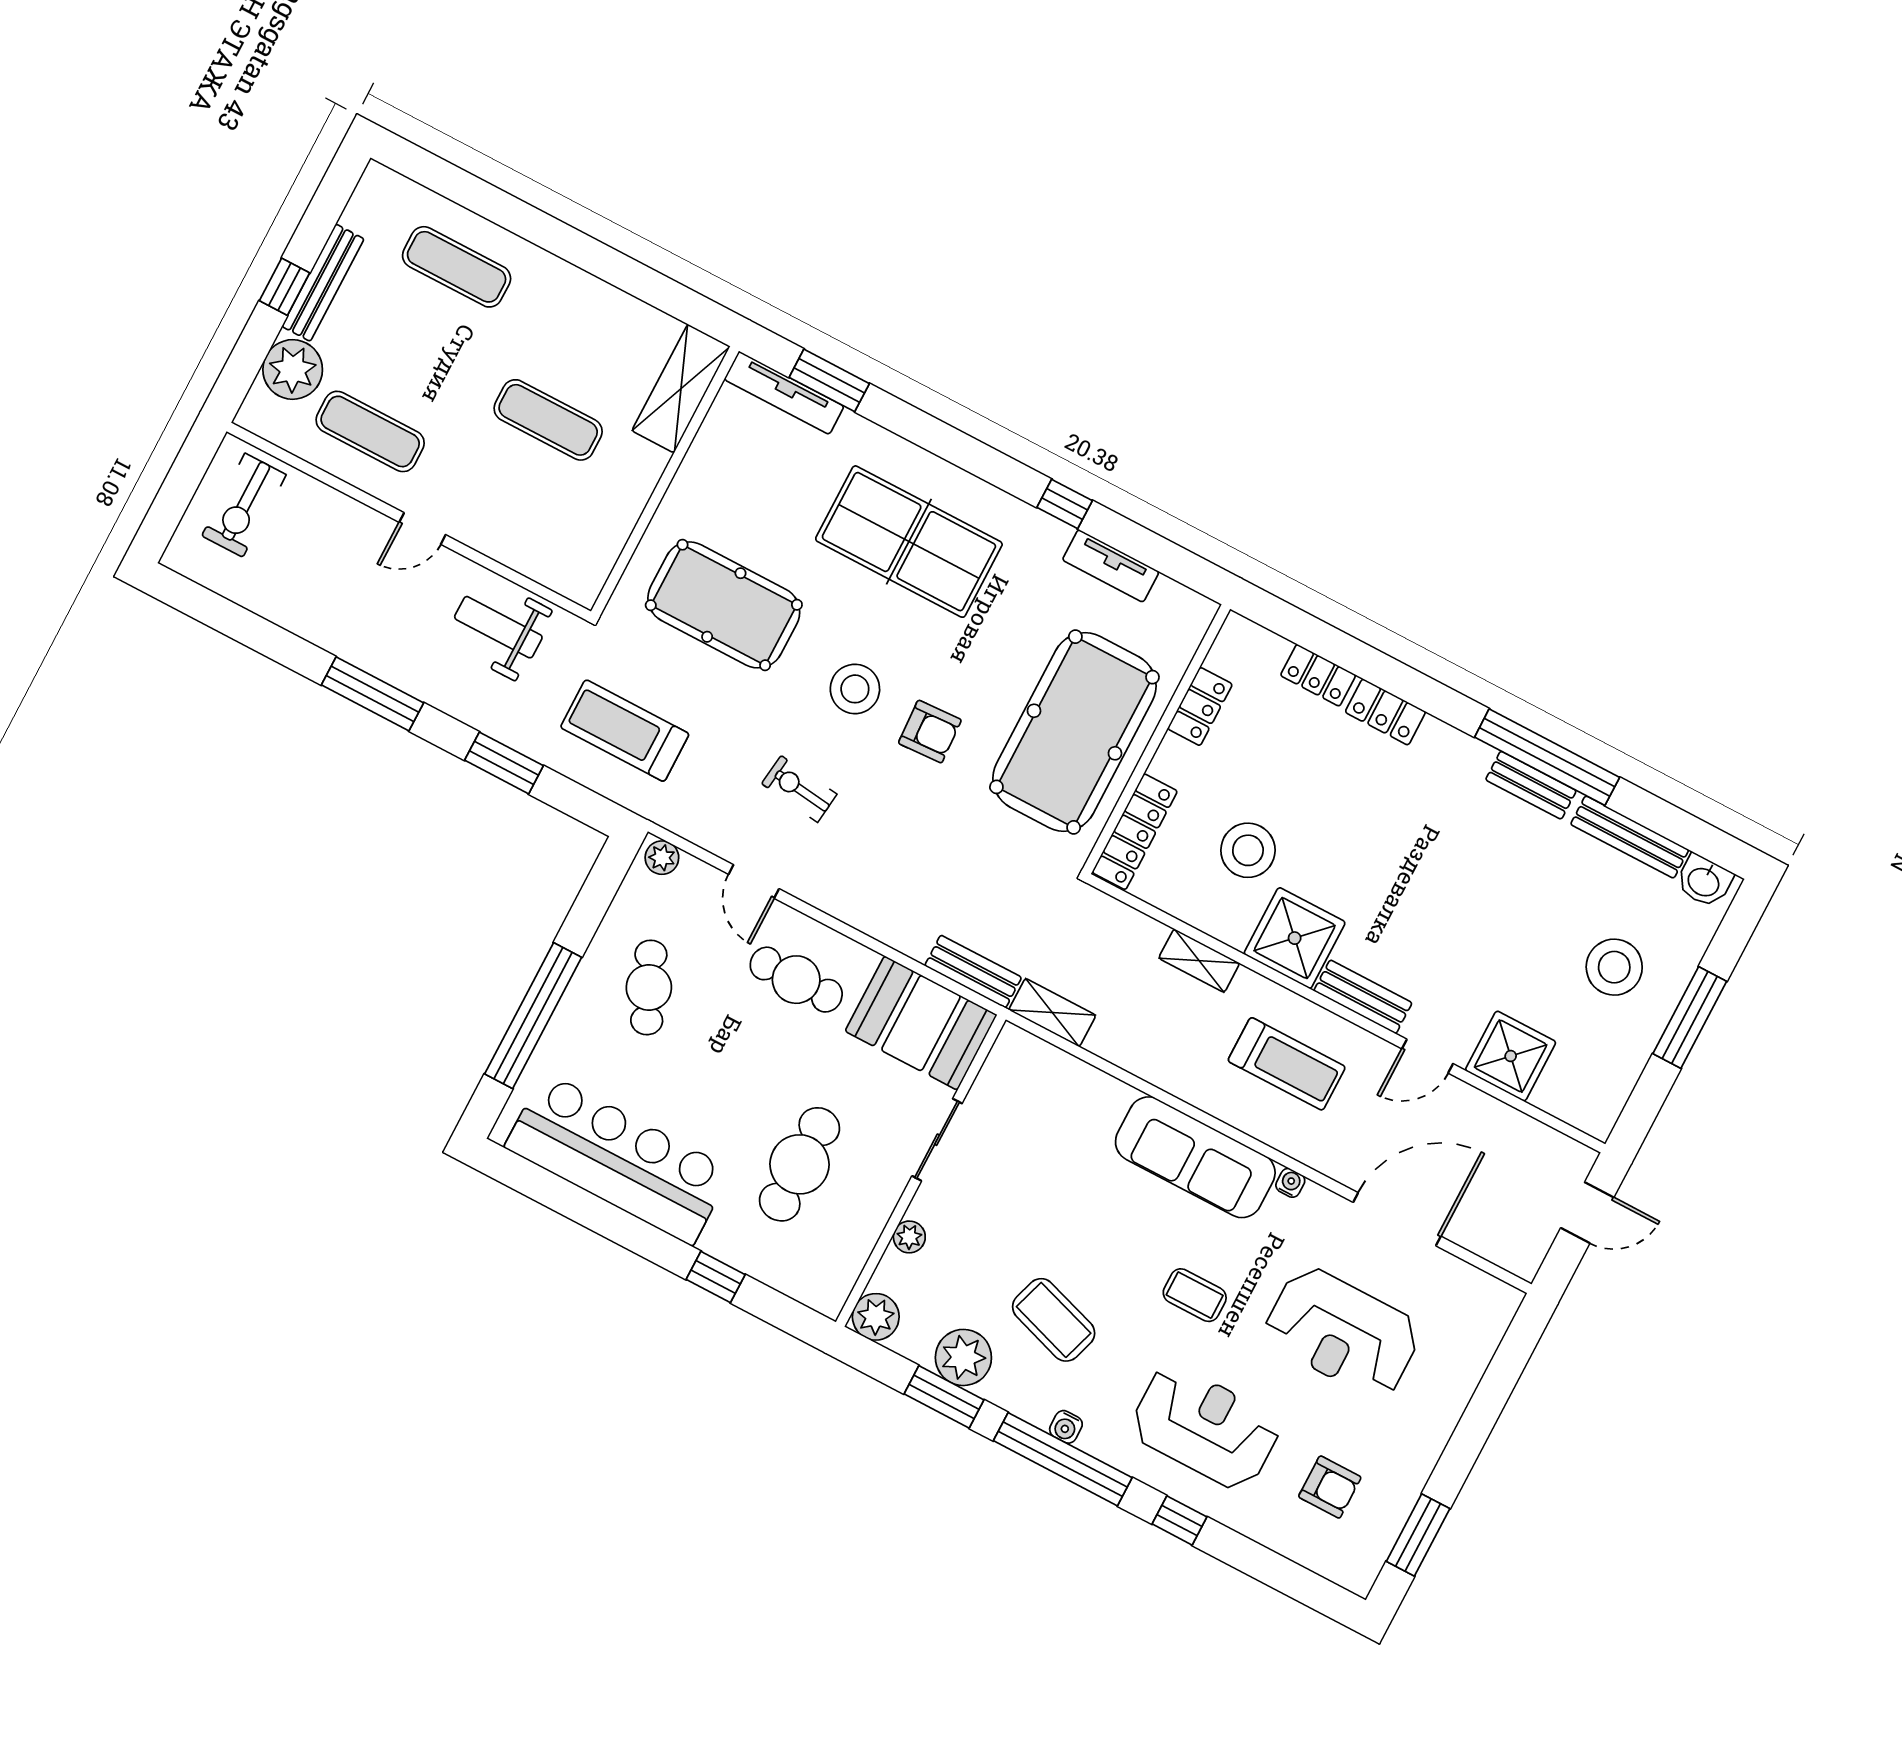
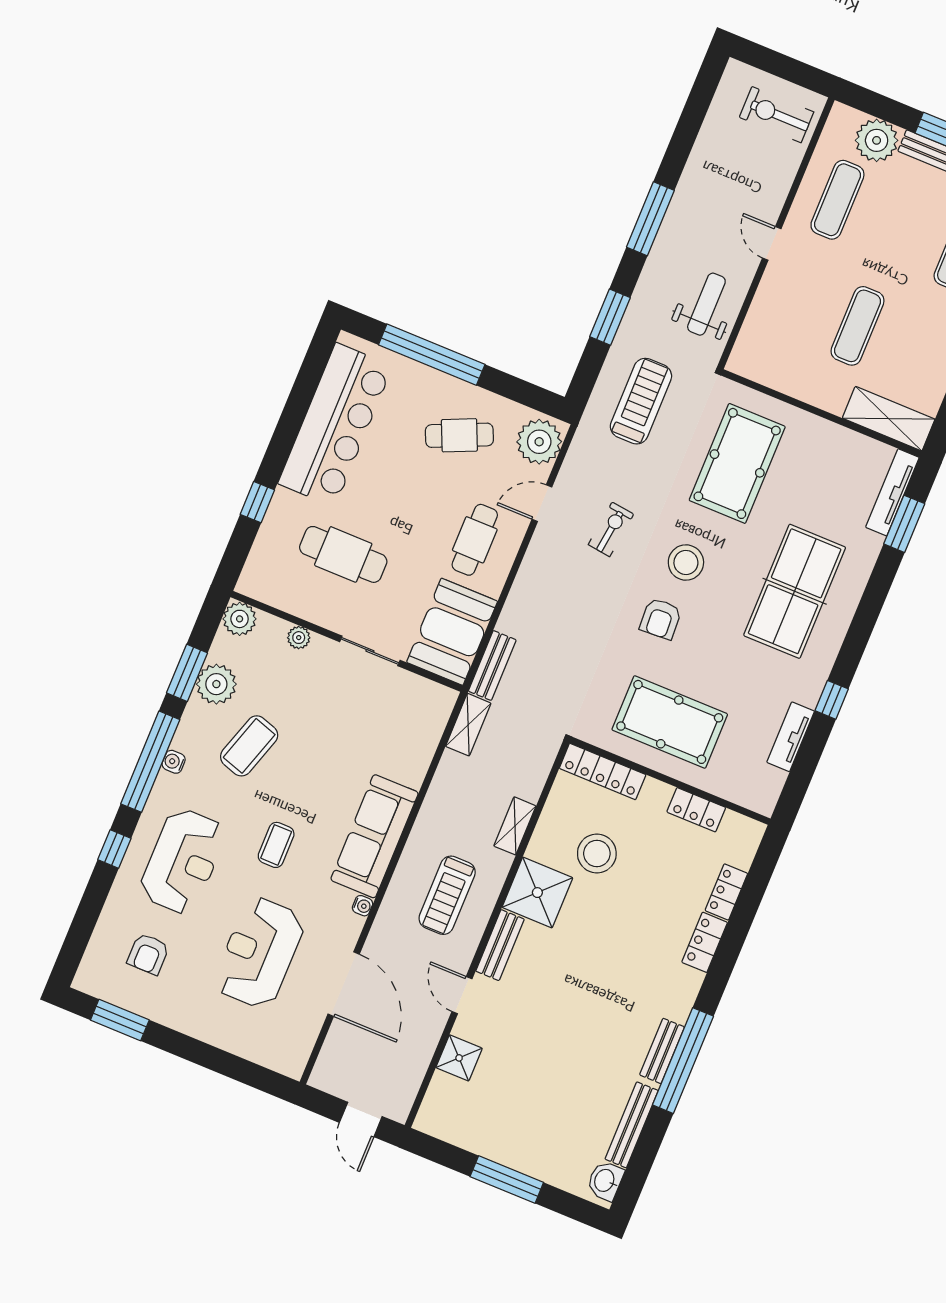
pool table: (1074, 732) -> (670, 722), width x0.73, depth x0.76
plant: (662, 858) -> (539, 442), width x1.87, depth x1.87
stool: (1614, 967) -> (538, 1122), removed
shower: (1511, 1056) -> (459, 1058), width x0.73, depth x0.73

